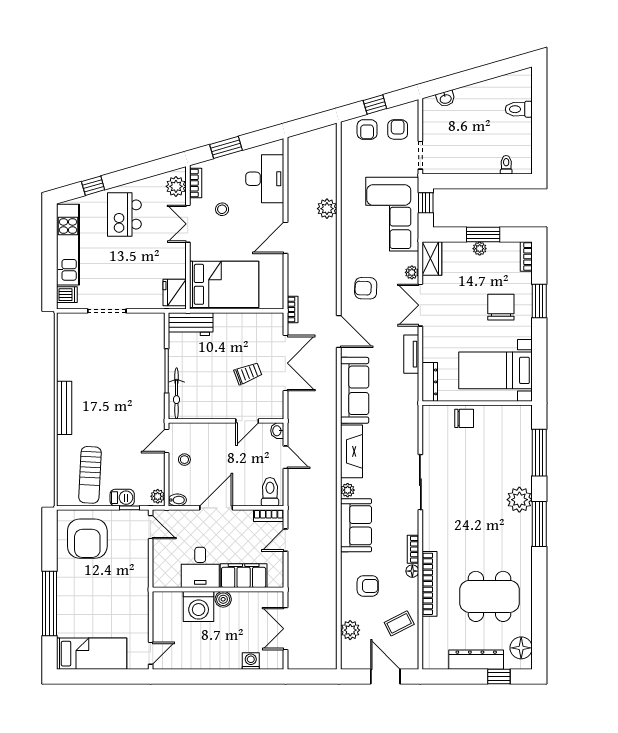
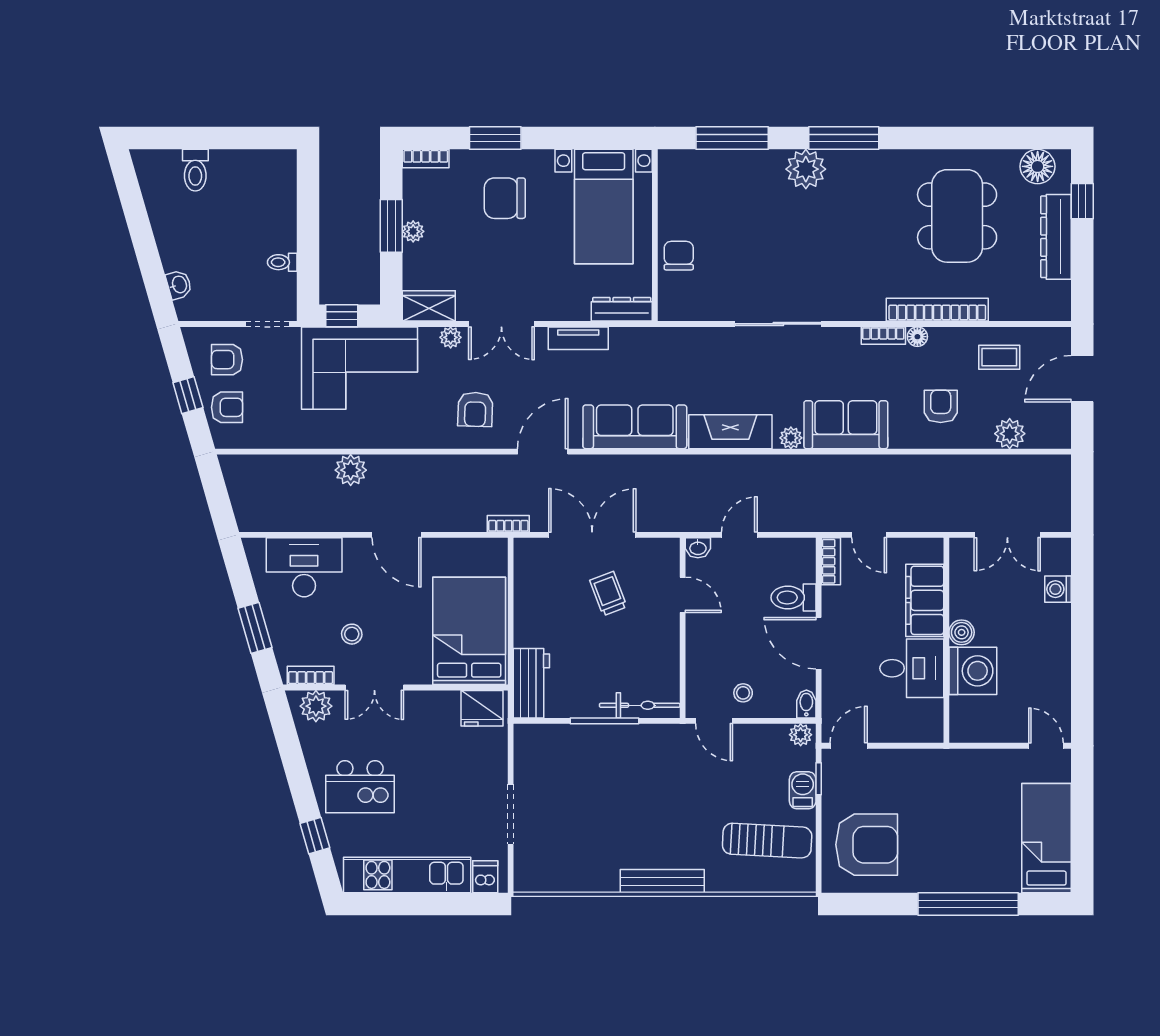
toilet: (506, 165) -> (282, 262), moved
toilet: (270, 492) -> (794, 598), moved
coffee table: (399, 623) -> (999, 357), turned -63

